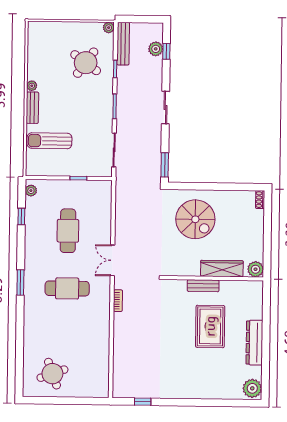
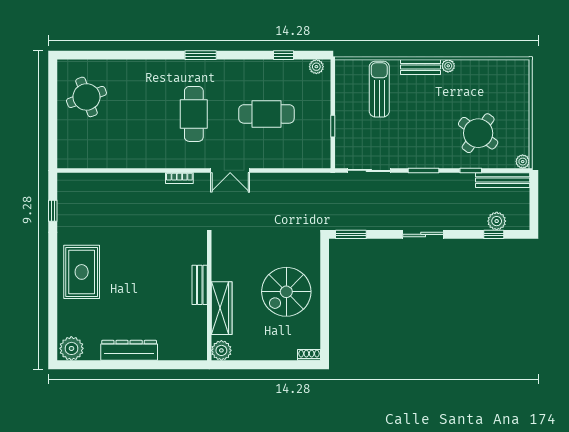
spiral stairs: (195, 219) -> (286, 292), moved
double door: (113, 260) -> (230, 170), swing flipped
rug: (210, 326) -> (82, 272), moved, turned 90

